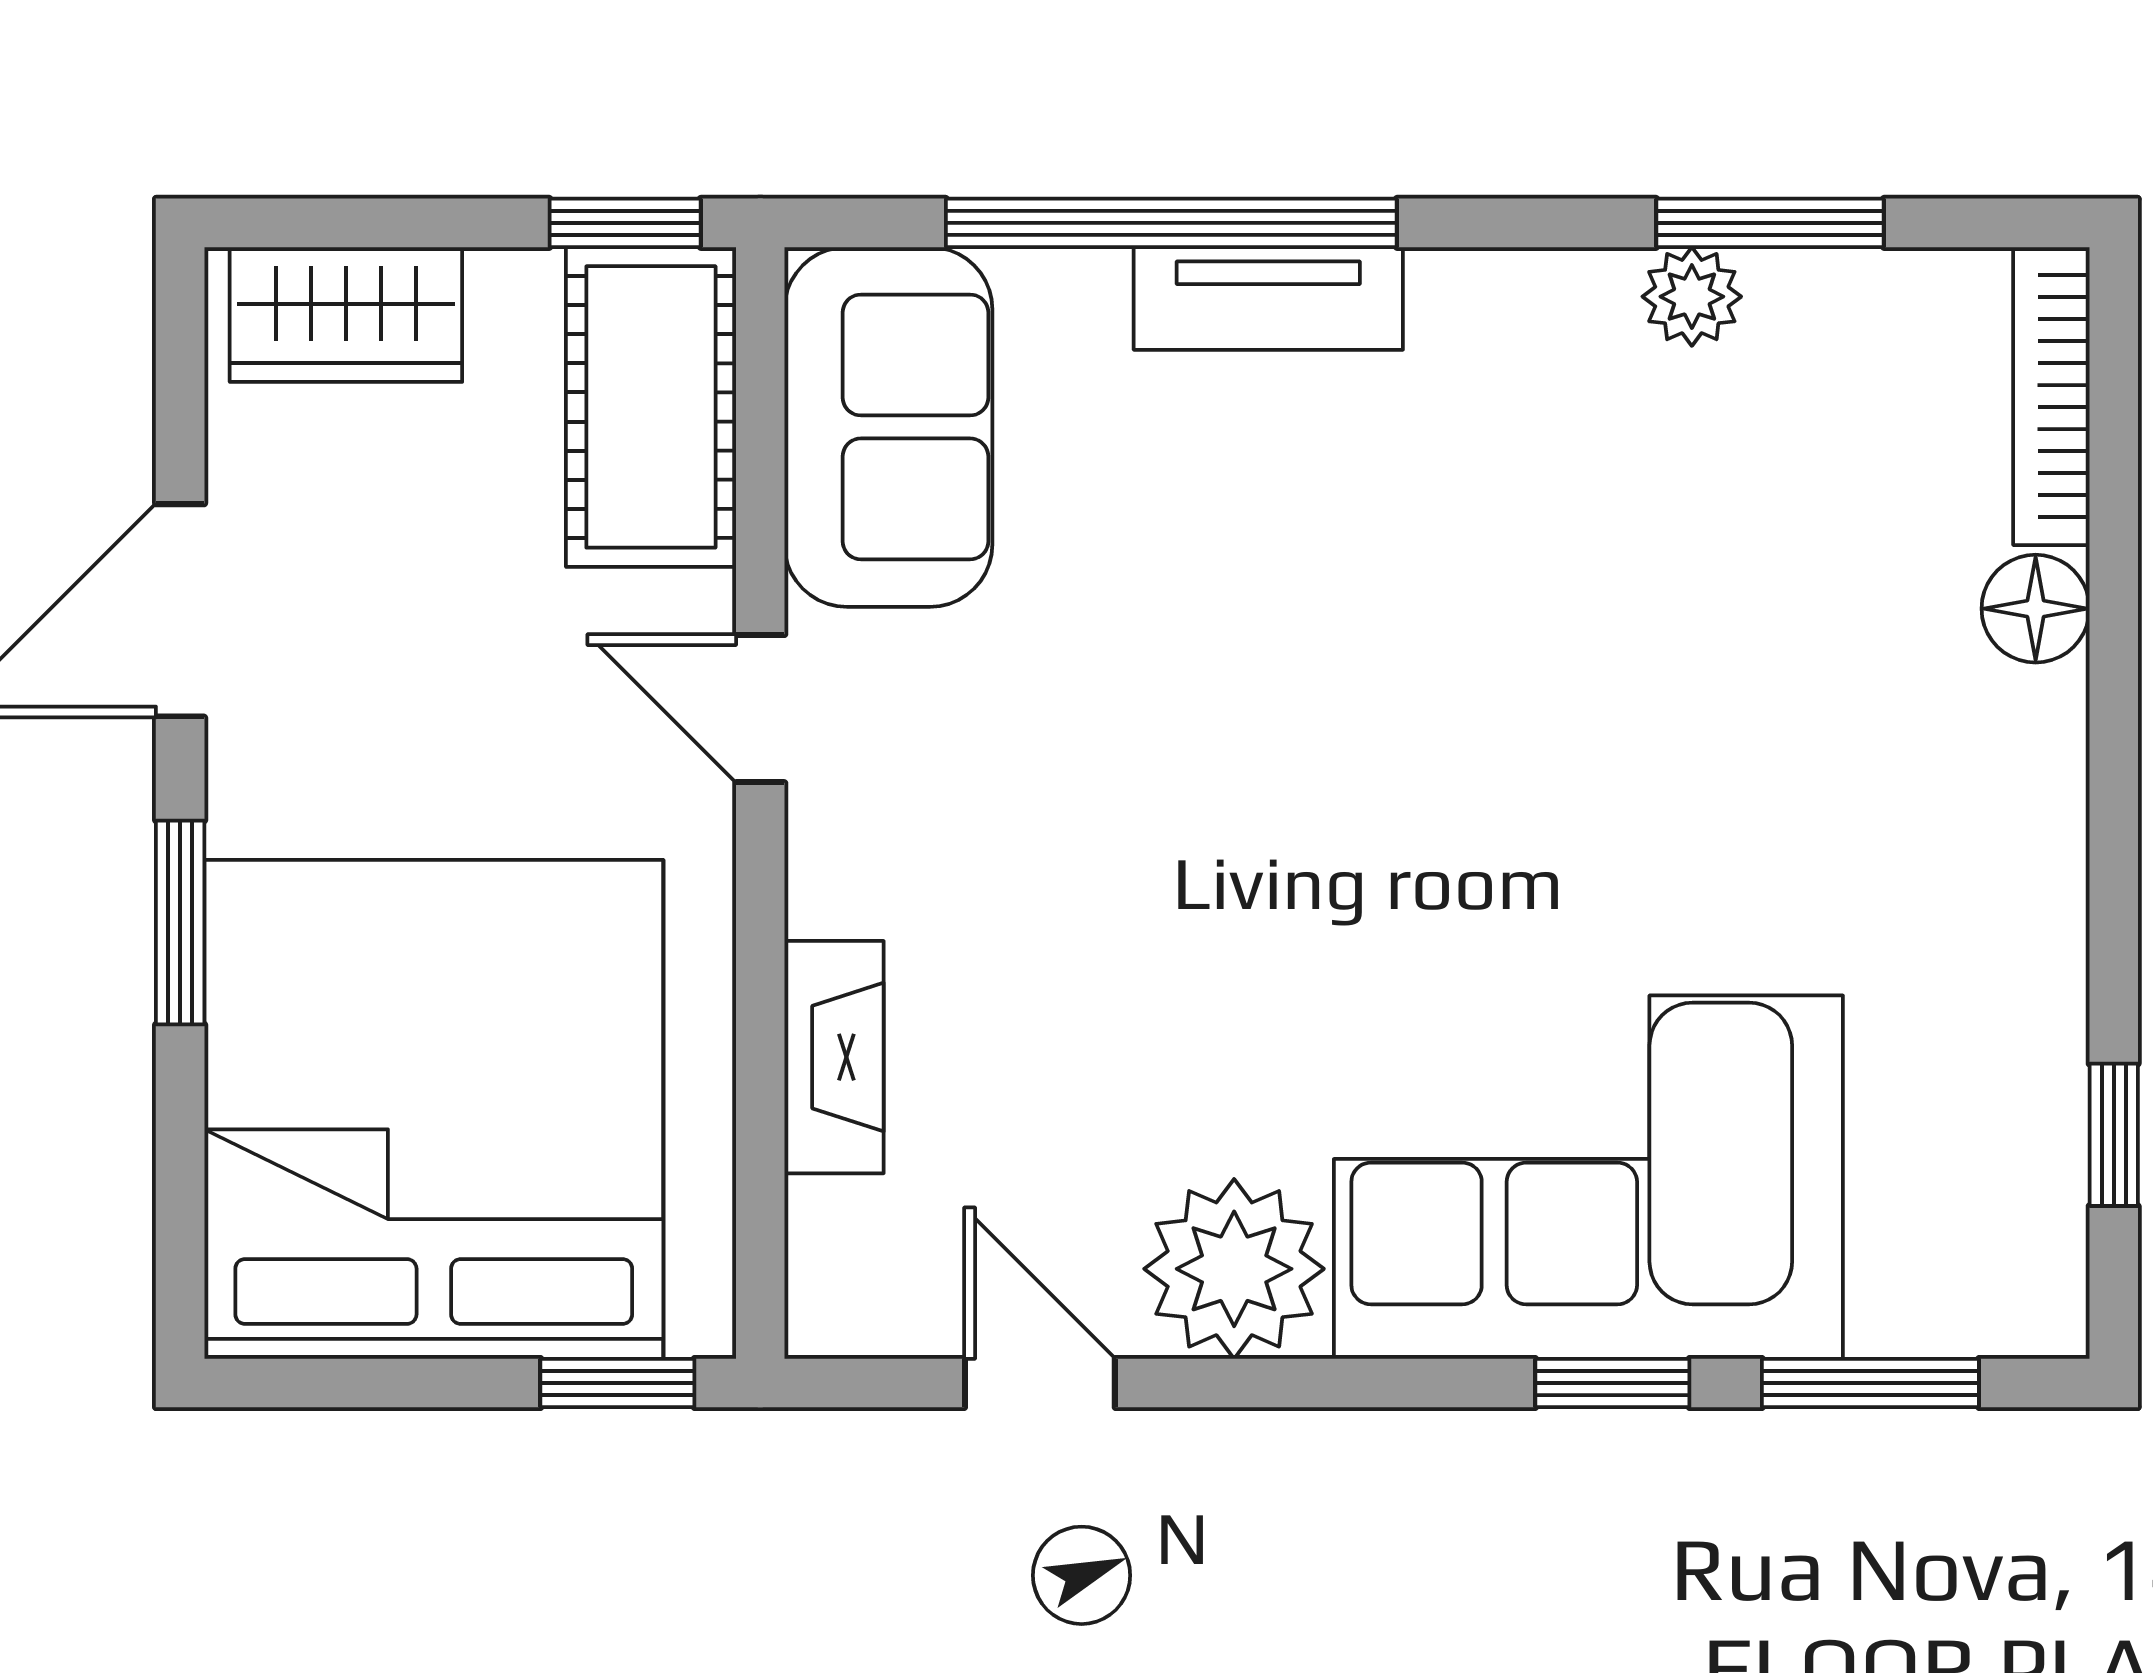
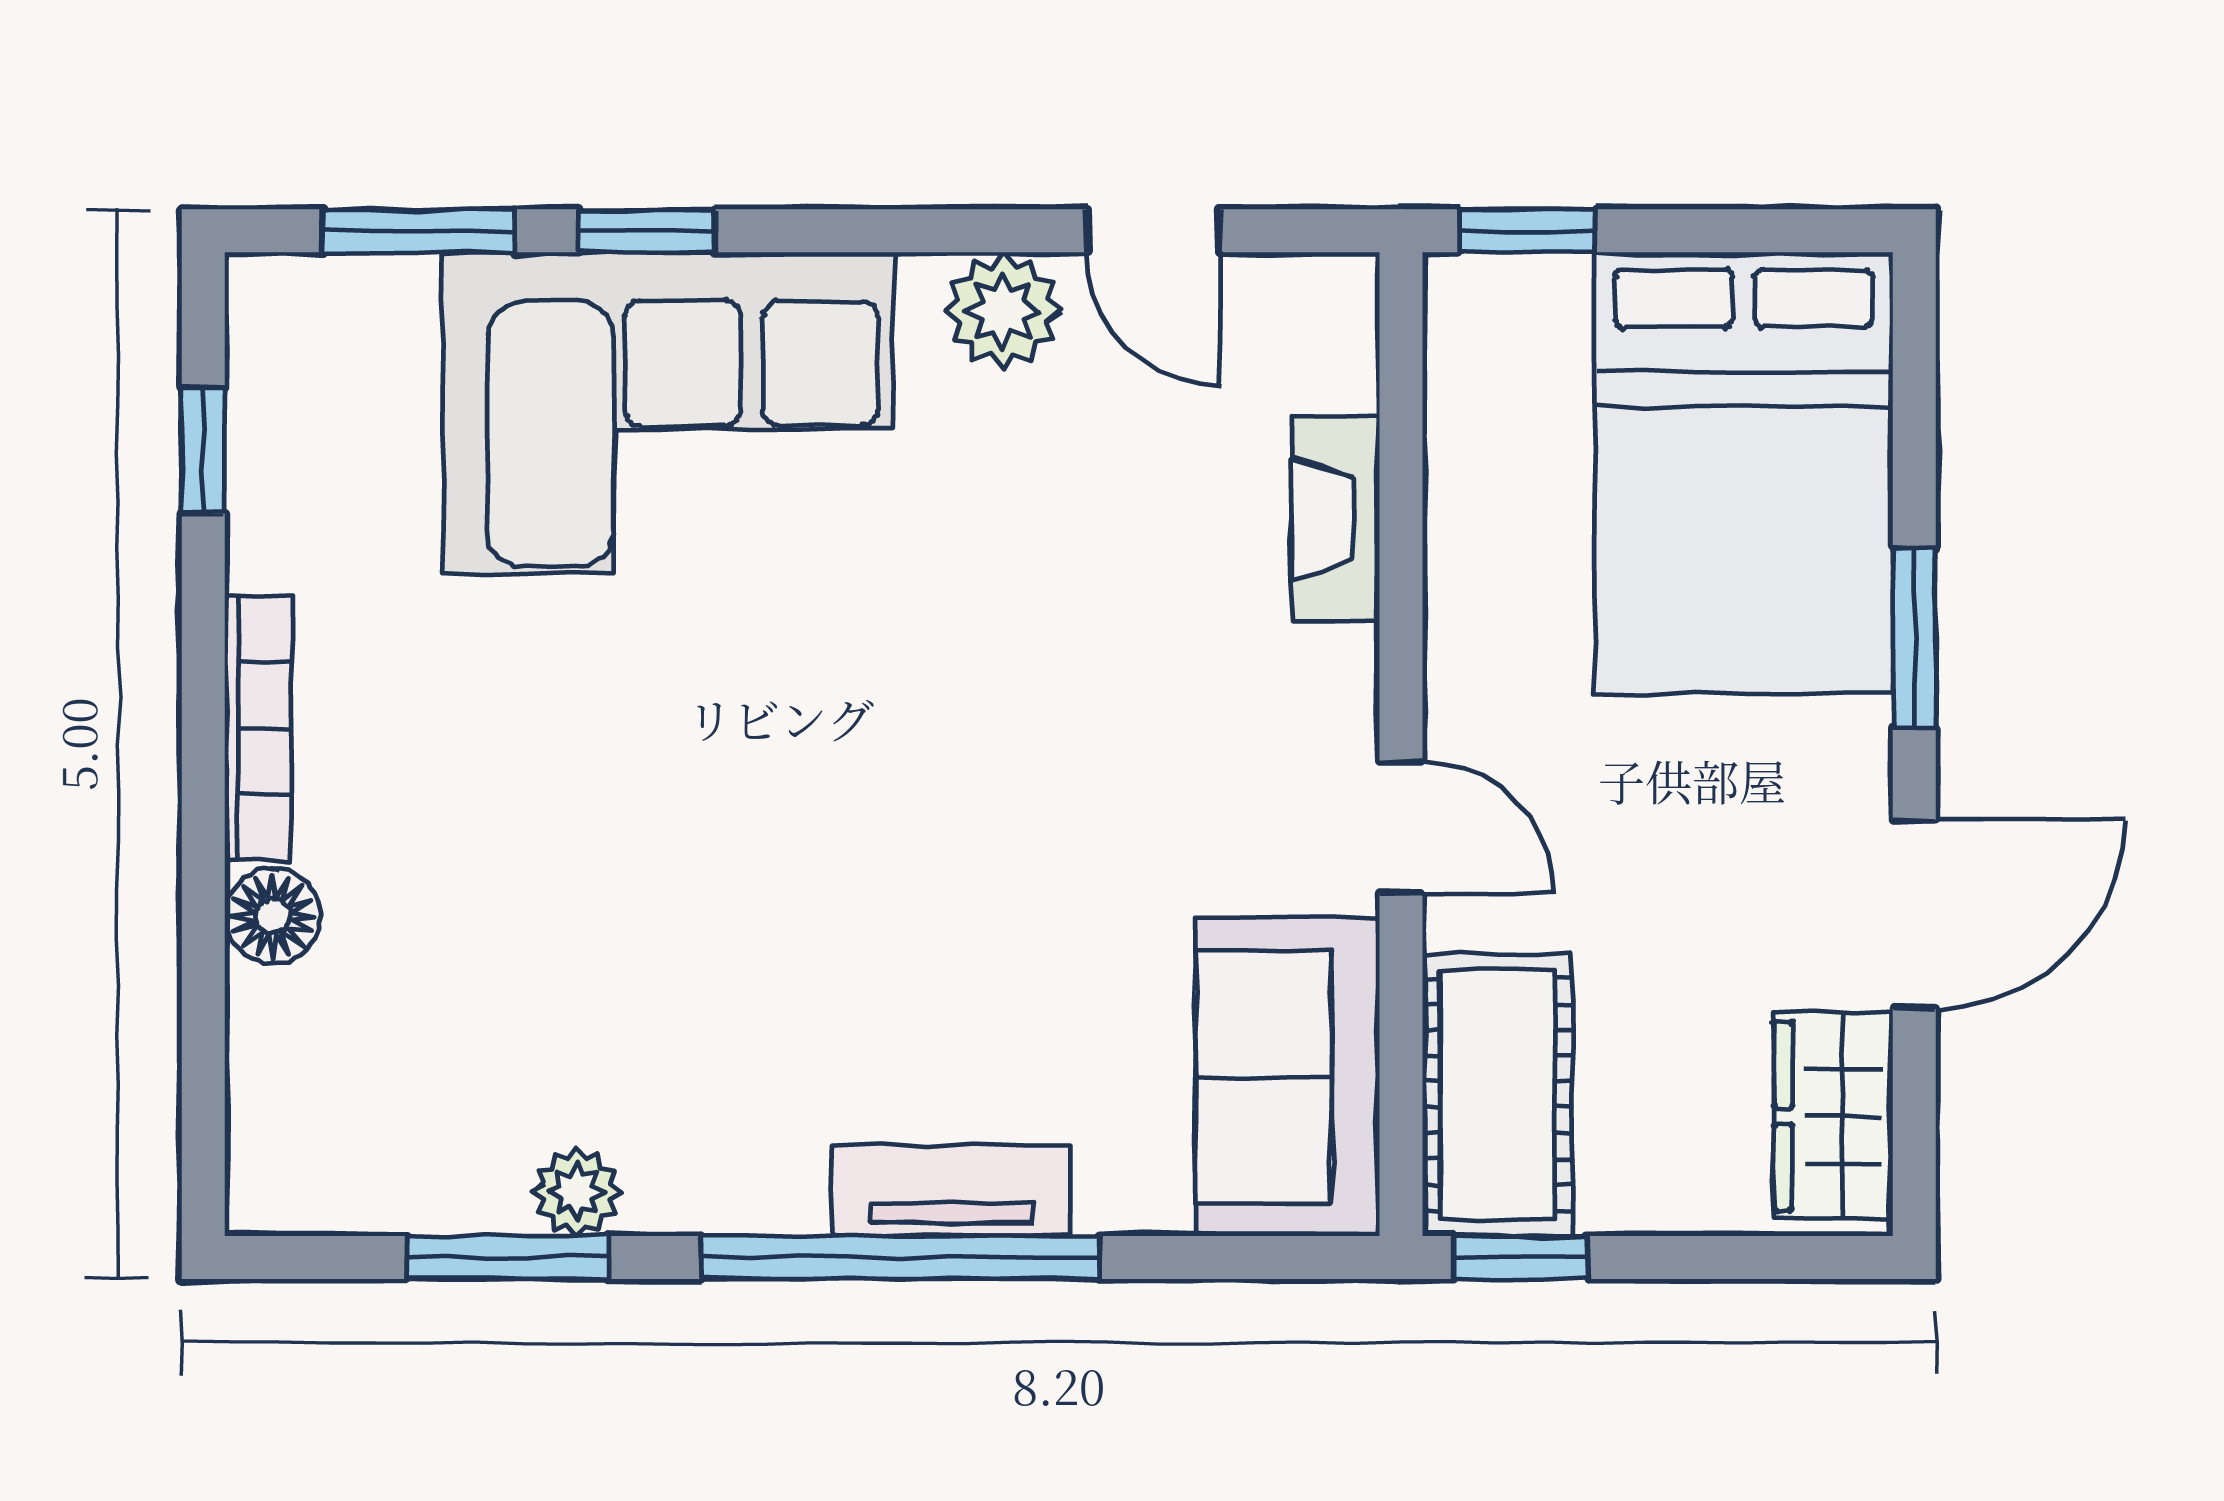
window: (1171, 223) -> (900, 1257), moved
wardrobe: (346, 314) -> (1833, 1116), moved, turned -90
bookcase: (2051, 396) -> (258, 728), moved
bed: (434, 1109) -> (1744, 473), width x0.73
plant: (1234, 1269) -> (1003, 311), width x0.73, depth x0.73

